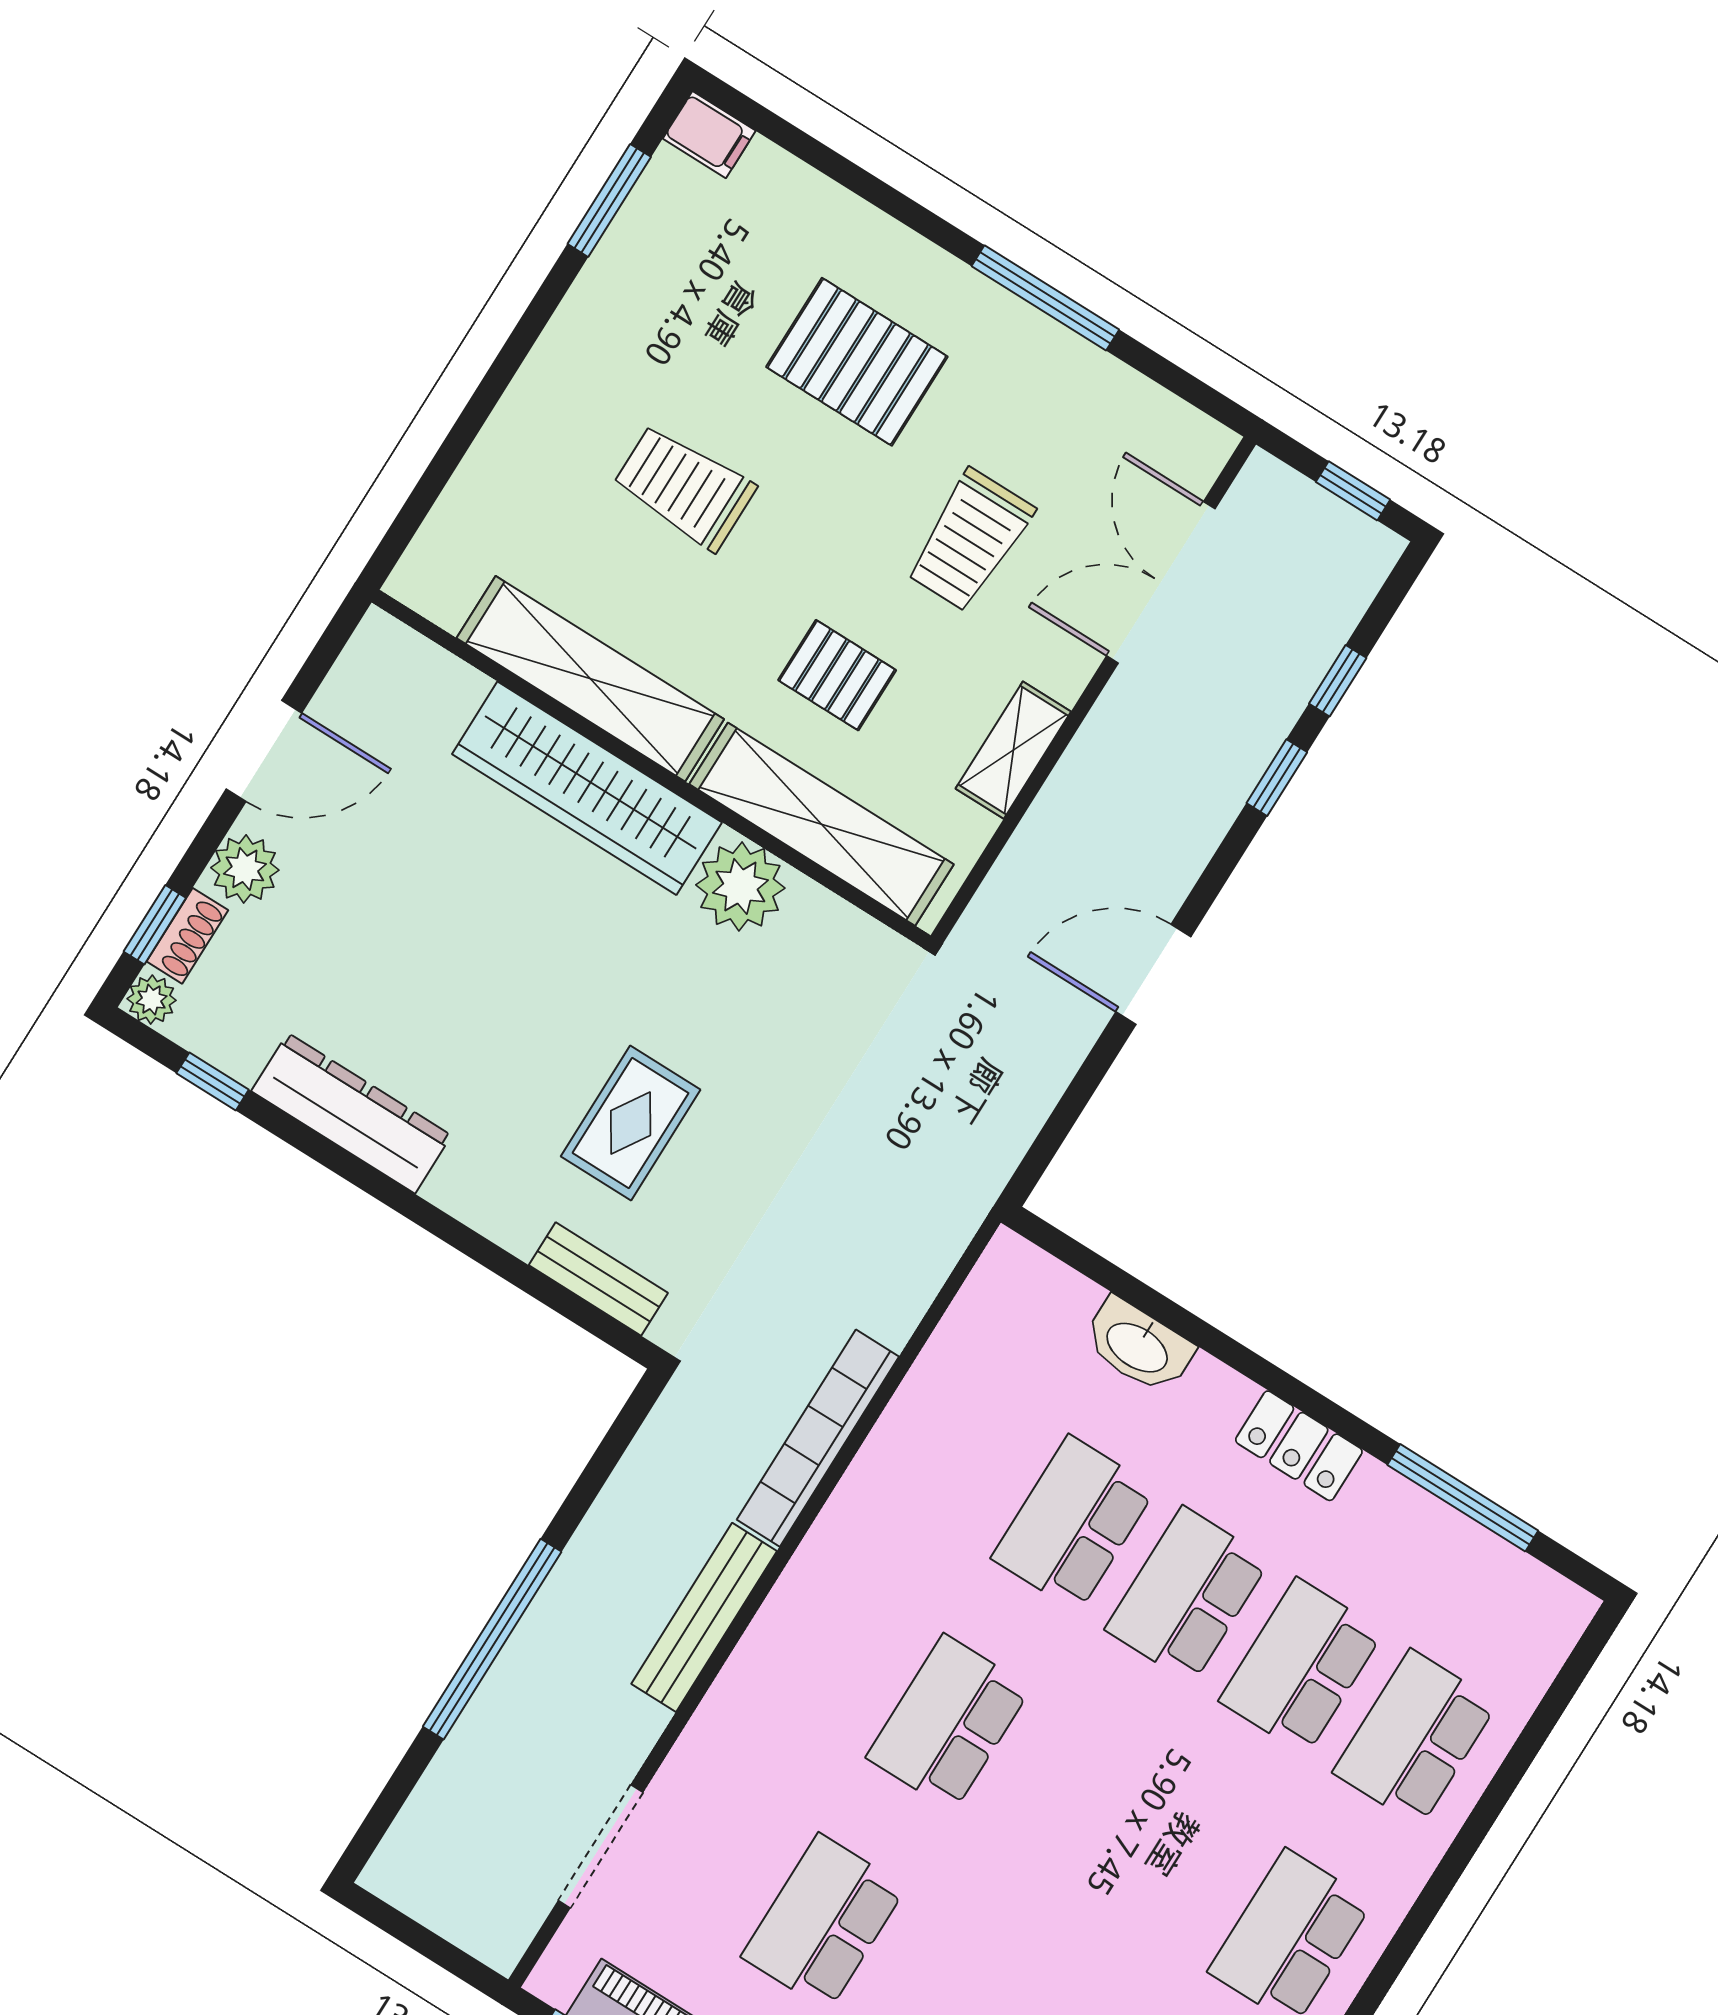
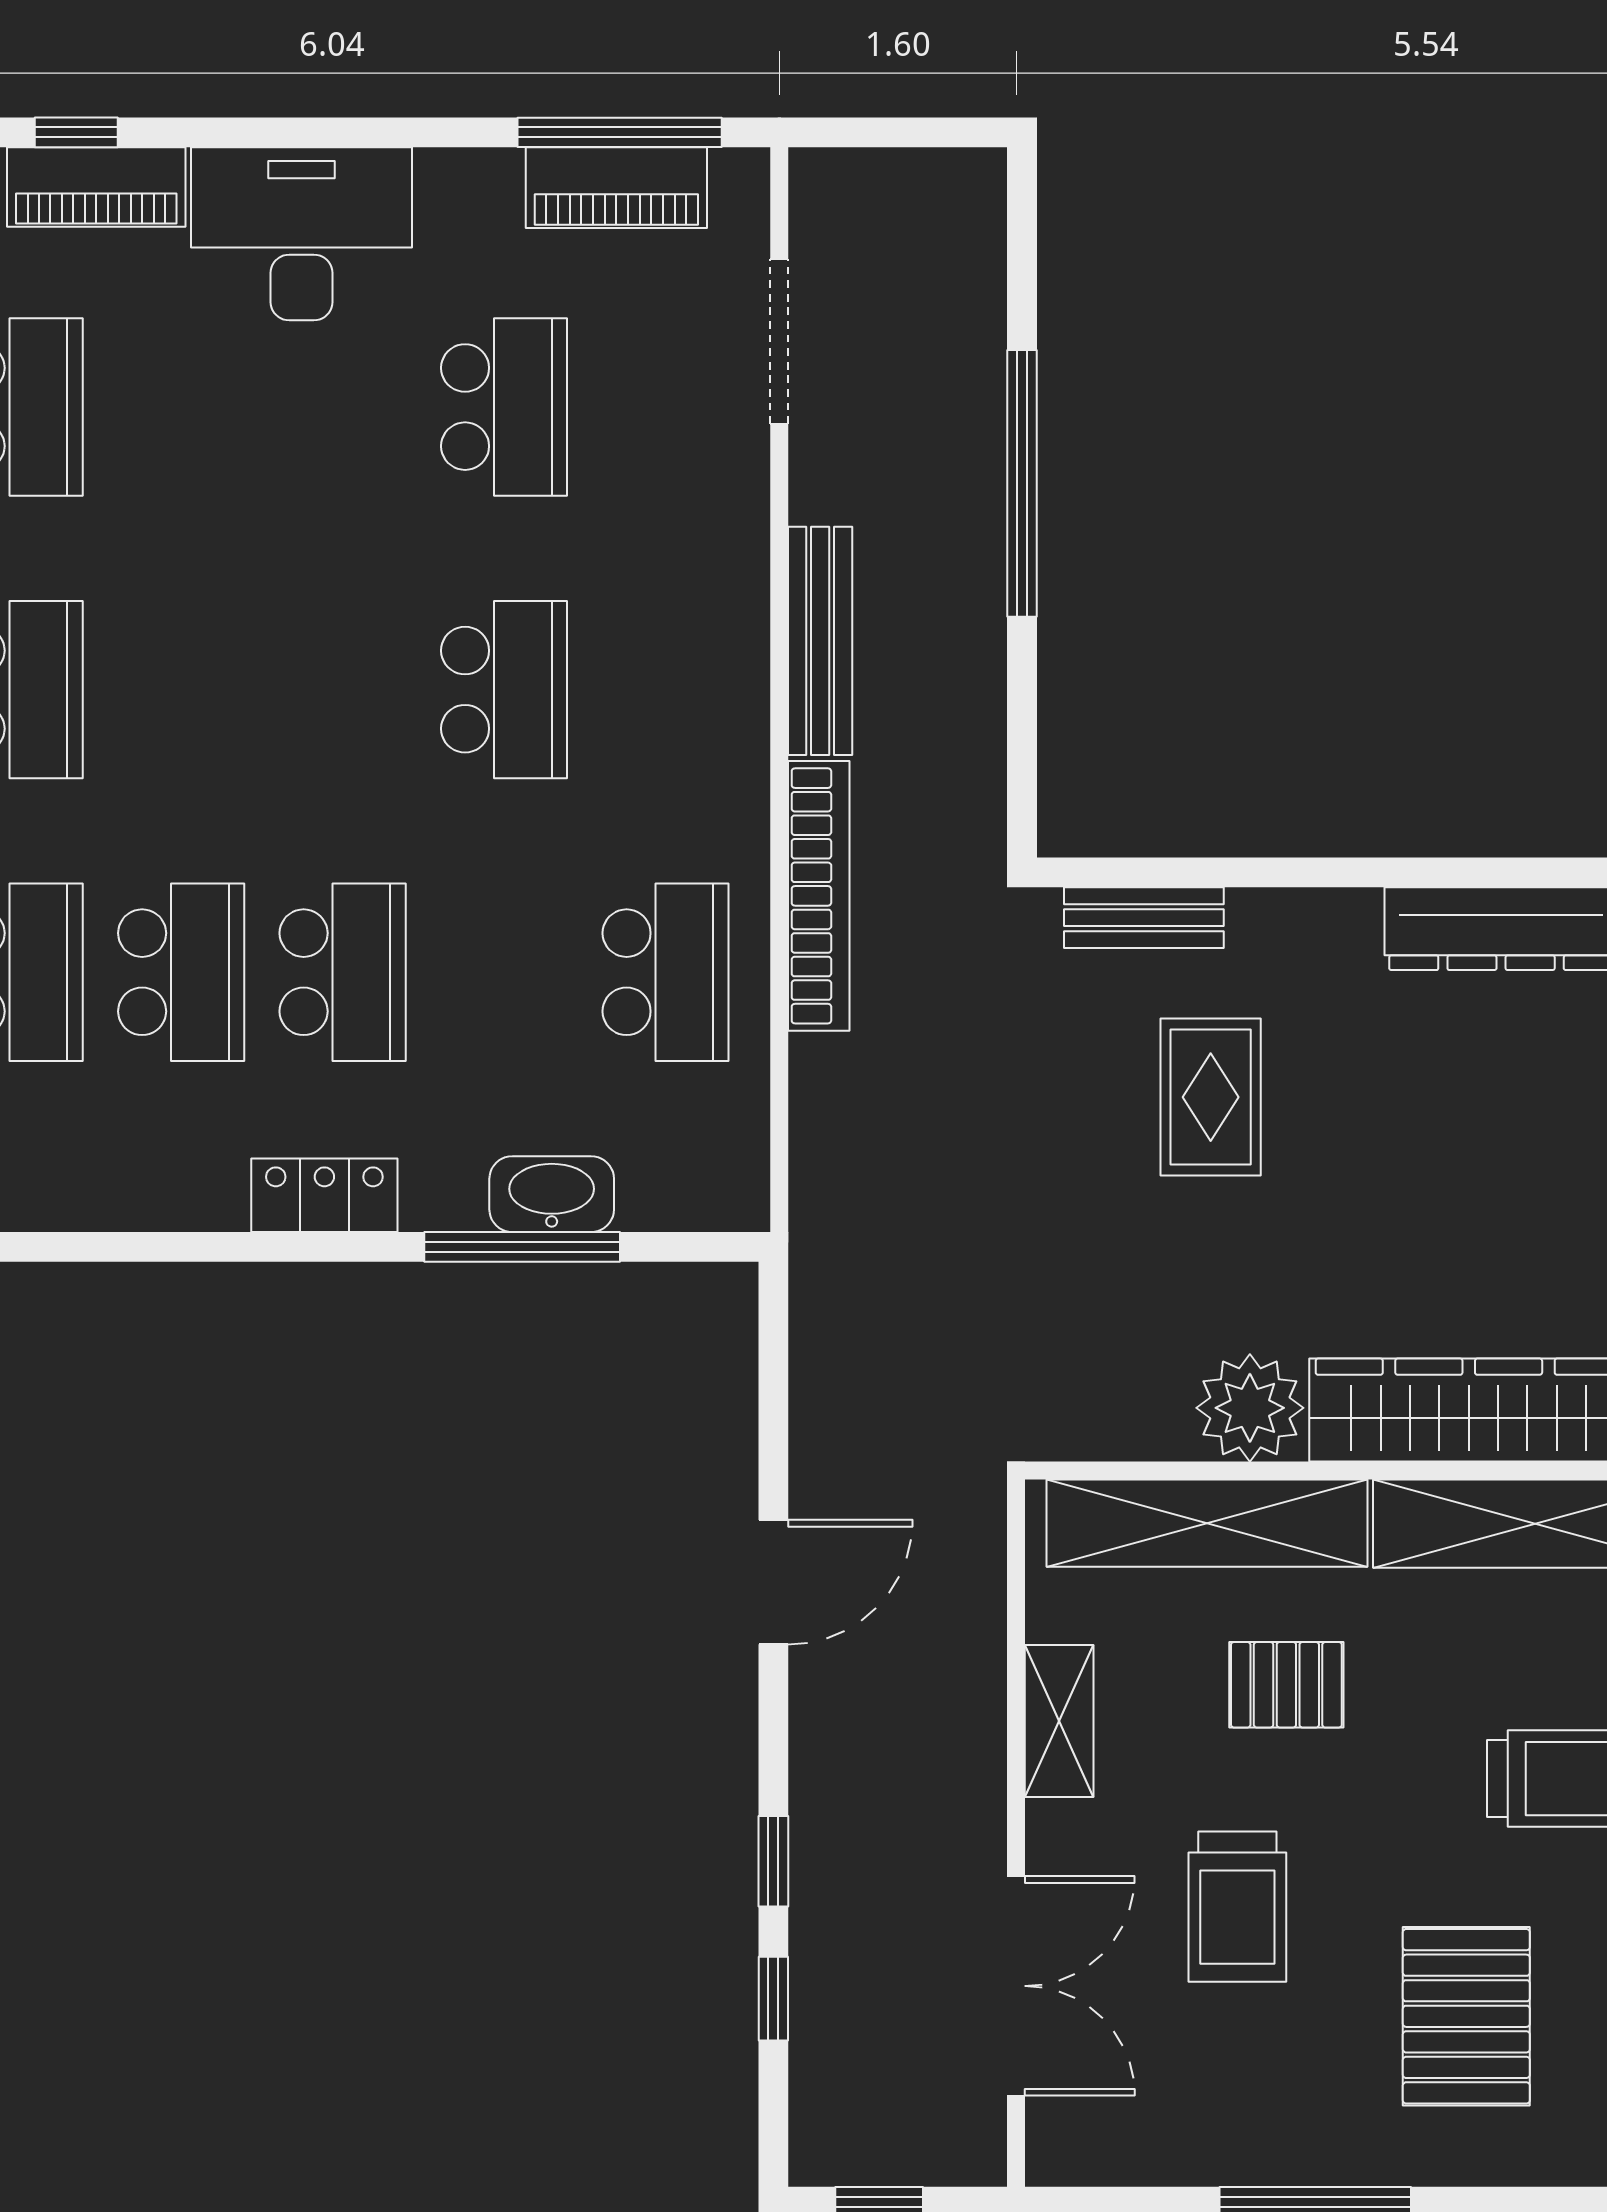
pallet: (857, 362) -> (1466, 2016), turned 90
trolley: (970, 540) -> (1237, 1907), turned 180
window: (1463, 1498) -> (522, 1247), moved
school desk: (1074, 1524) -> (666, 972), moved

